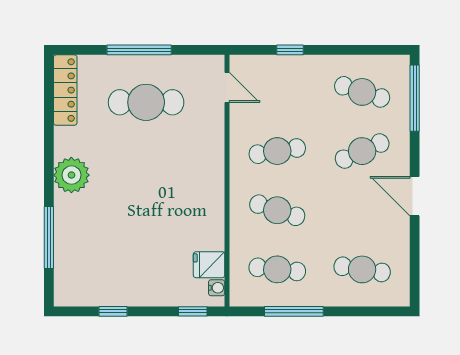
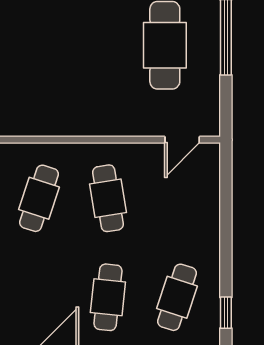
window: (290, 50) -> (226, 313), moved
cafe table: (362, 151) -> (108, 297), turned 30

